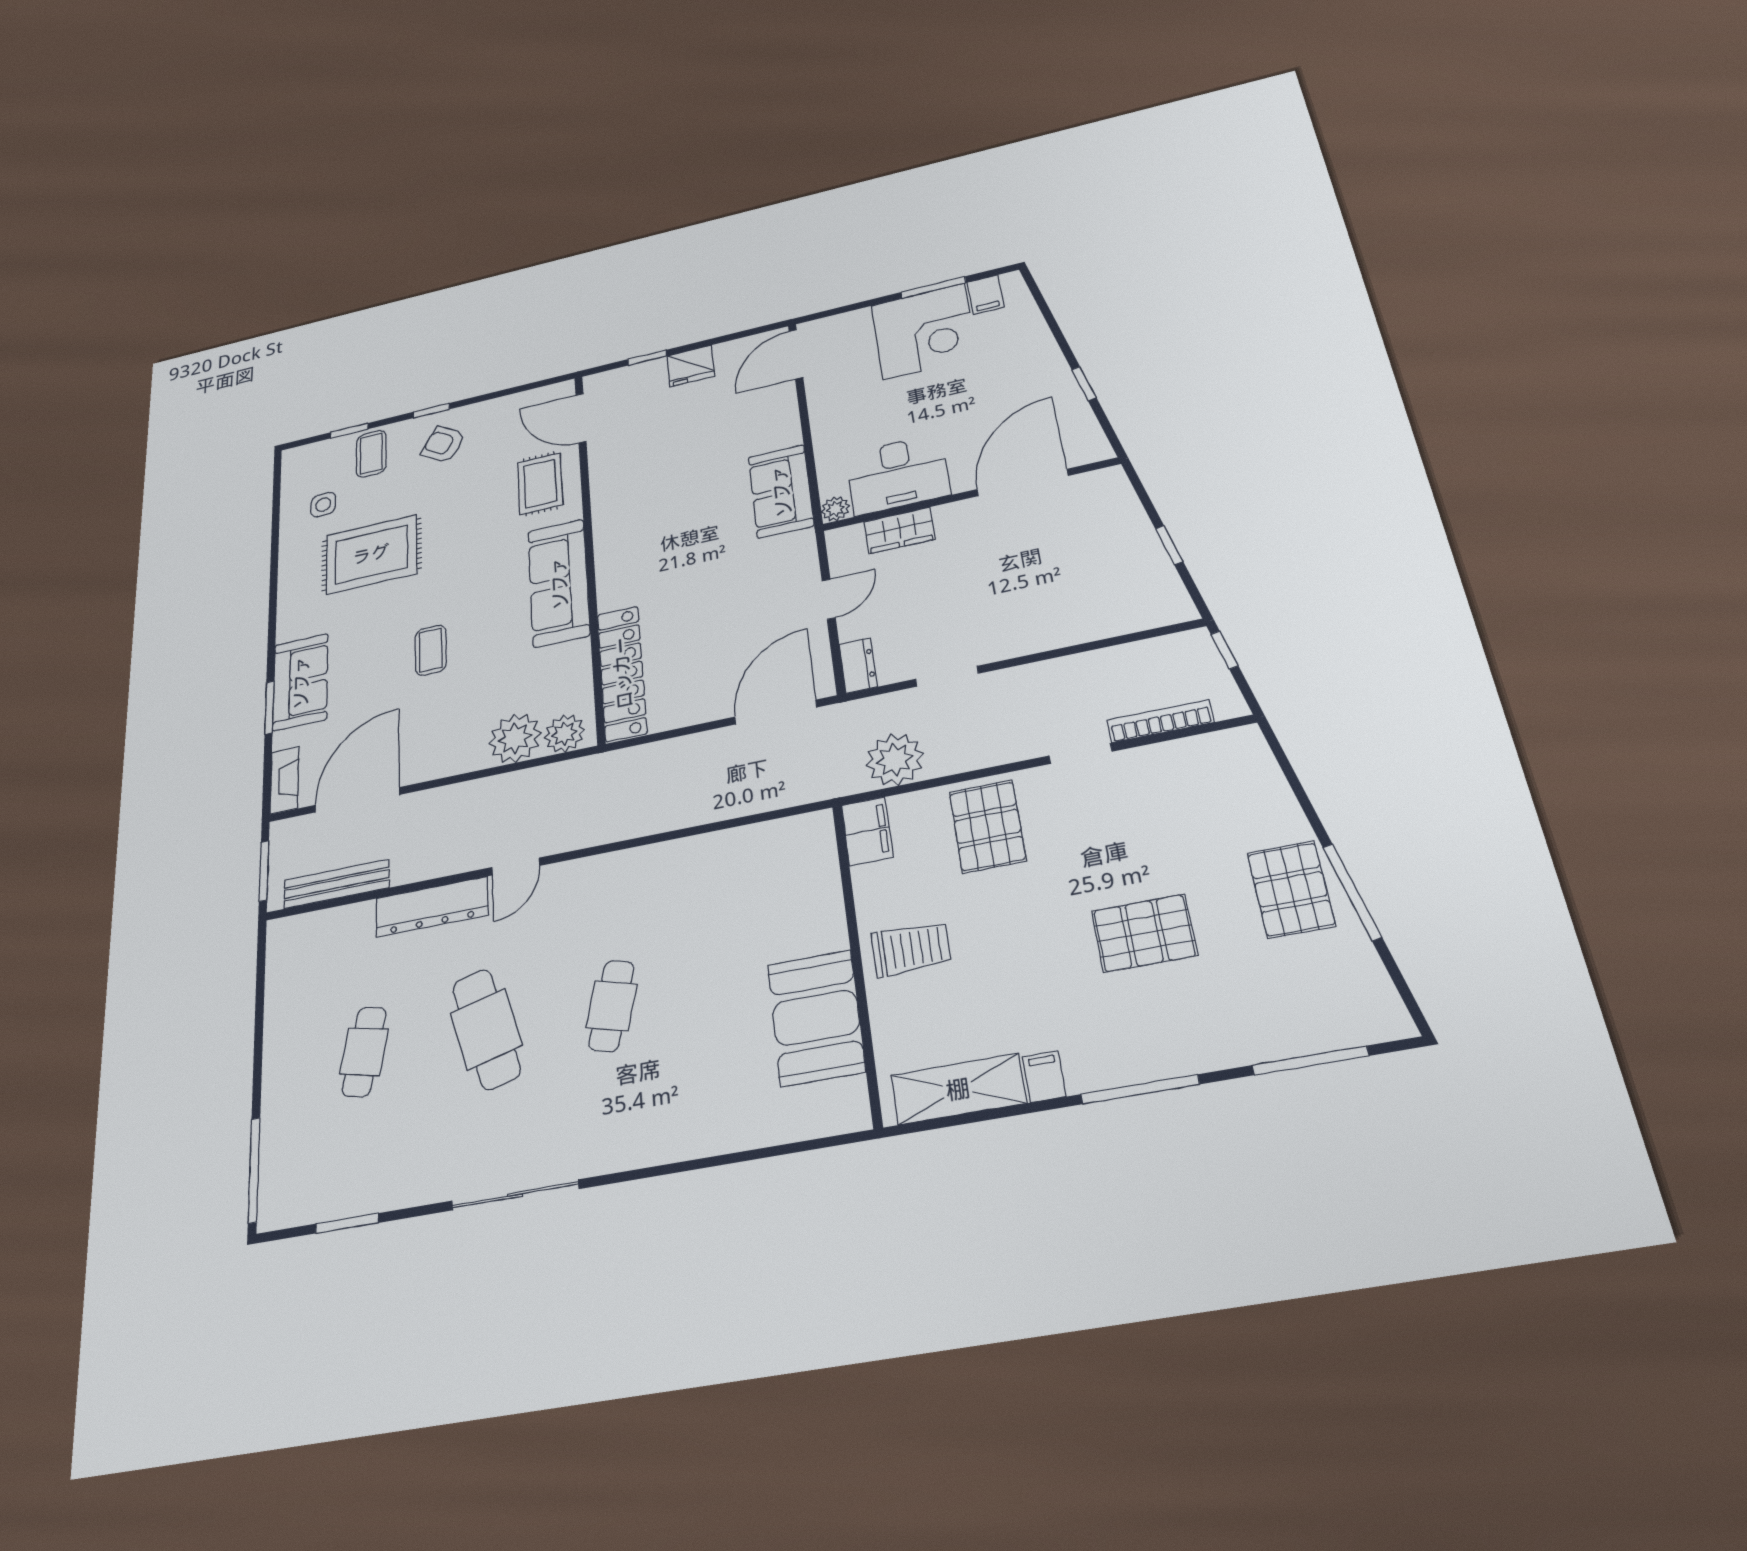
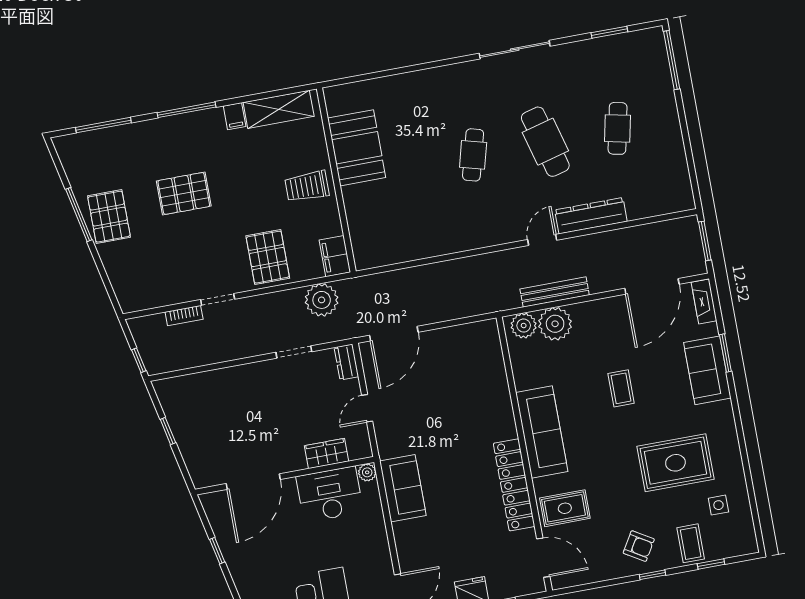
rug: (540, 484) -> (565, 508), turned 90
locker: (622, 673) -> (514, 485), moved
bookcase: (1160, 721) -> (184, 316), width x0.64
bench: (337, 884) -> (555, 292), moved

